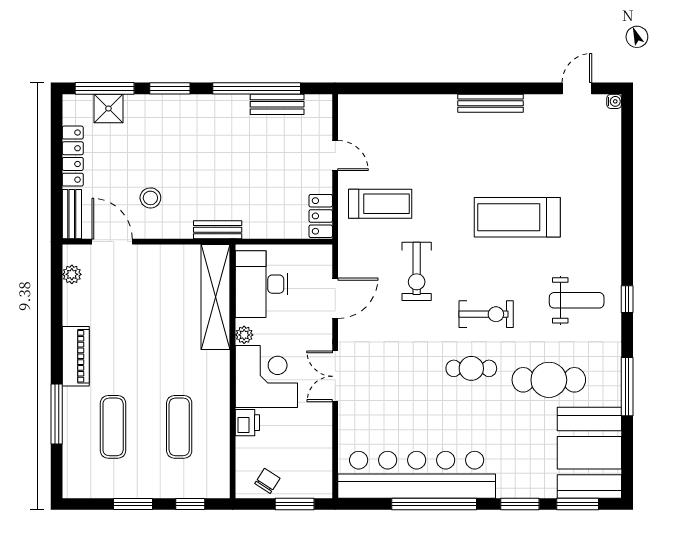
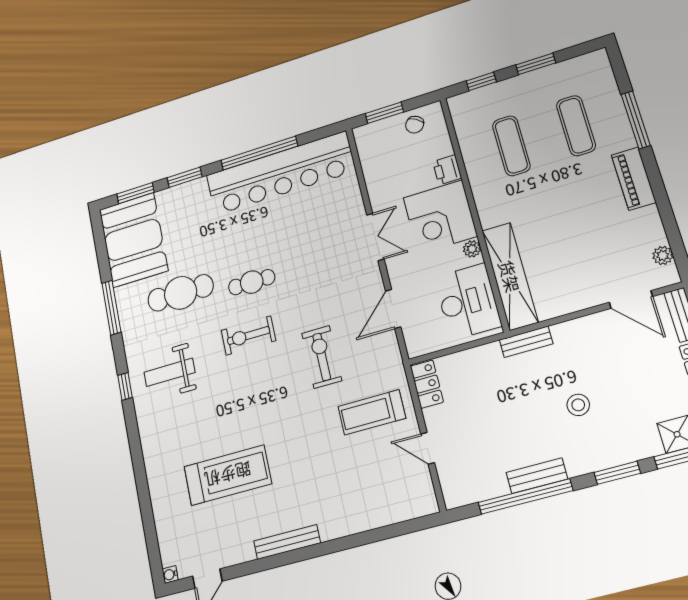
bench: (277, 104) -> (537, 476), moved
stool: (150, 198) -> (578, 405), moved
treadmill: (517, 217) -> (228, 475), moved

